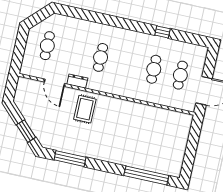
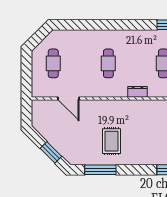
dresser: (77, 81) -> (137, 92), moved
rug: (85, 109) -> (111, 141), moved

